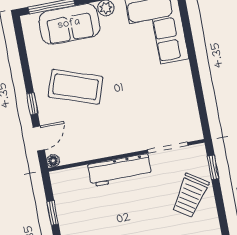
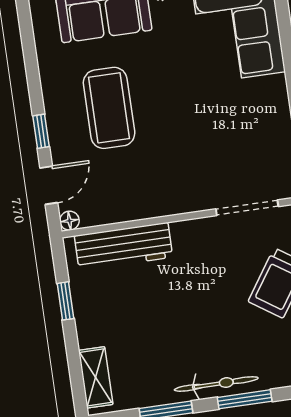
coffee table: (76, 87) -> (109, 108), turned 71
workbench: (120, 170) -> (124, 246), moved

